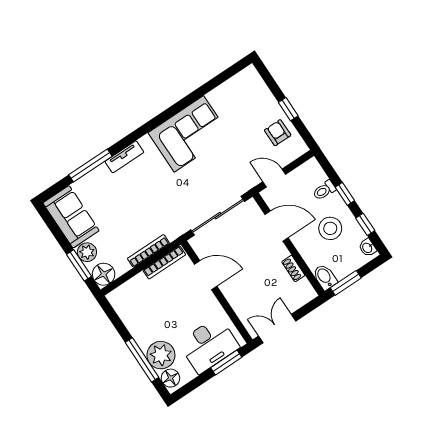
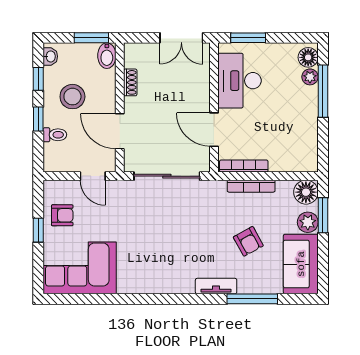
armchair: (278, 133) -> (62, 215), turned -90
corner sofa: (189, 134) -> (80, 268), moved
armchair: (123, 207) -> (248, 241), added
desk: (209, 345) -> (240, 81), moved, turned -90
plant: (161, 355) -> (310, 77), width x0.53, depth x0.53

